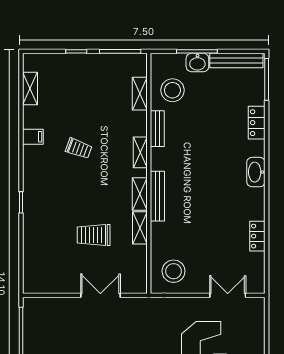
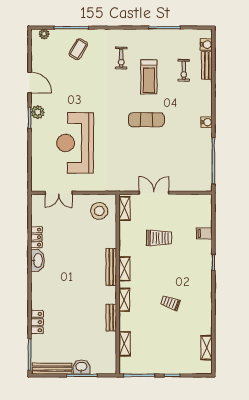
stool: (172, 90) -> (100, 346), removed
filing cabinet: (33, 137) -> (204, 233), moved
washbasin: (256, 172) -> (38, 260), moved
shelving: (140, 228) -> (124, 208), moved
double door: (100, 295) -> (154, 193), swing flipped

